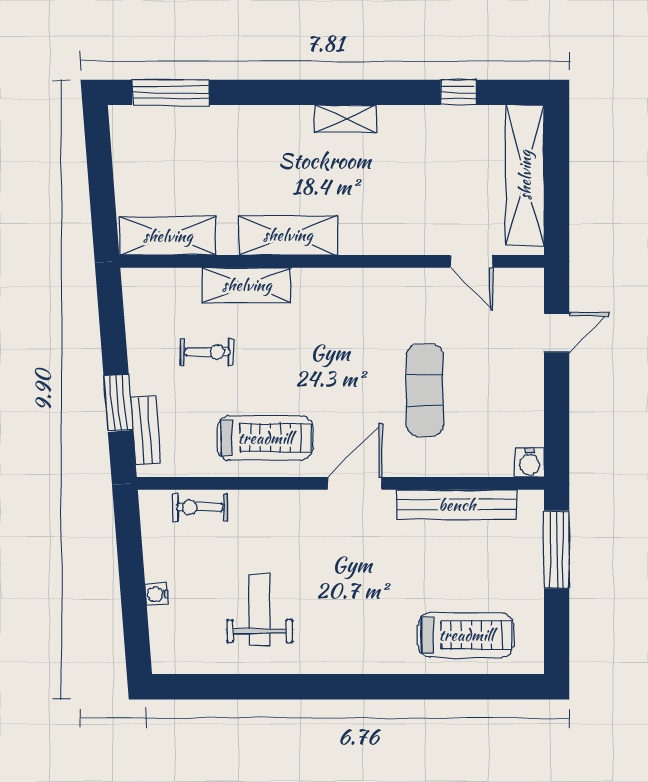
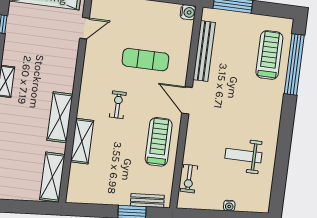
exercise bike: (207, 352) -> (118, 105), moved
window: (454, 687) -> (294, 64), added

